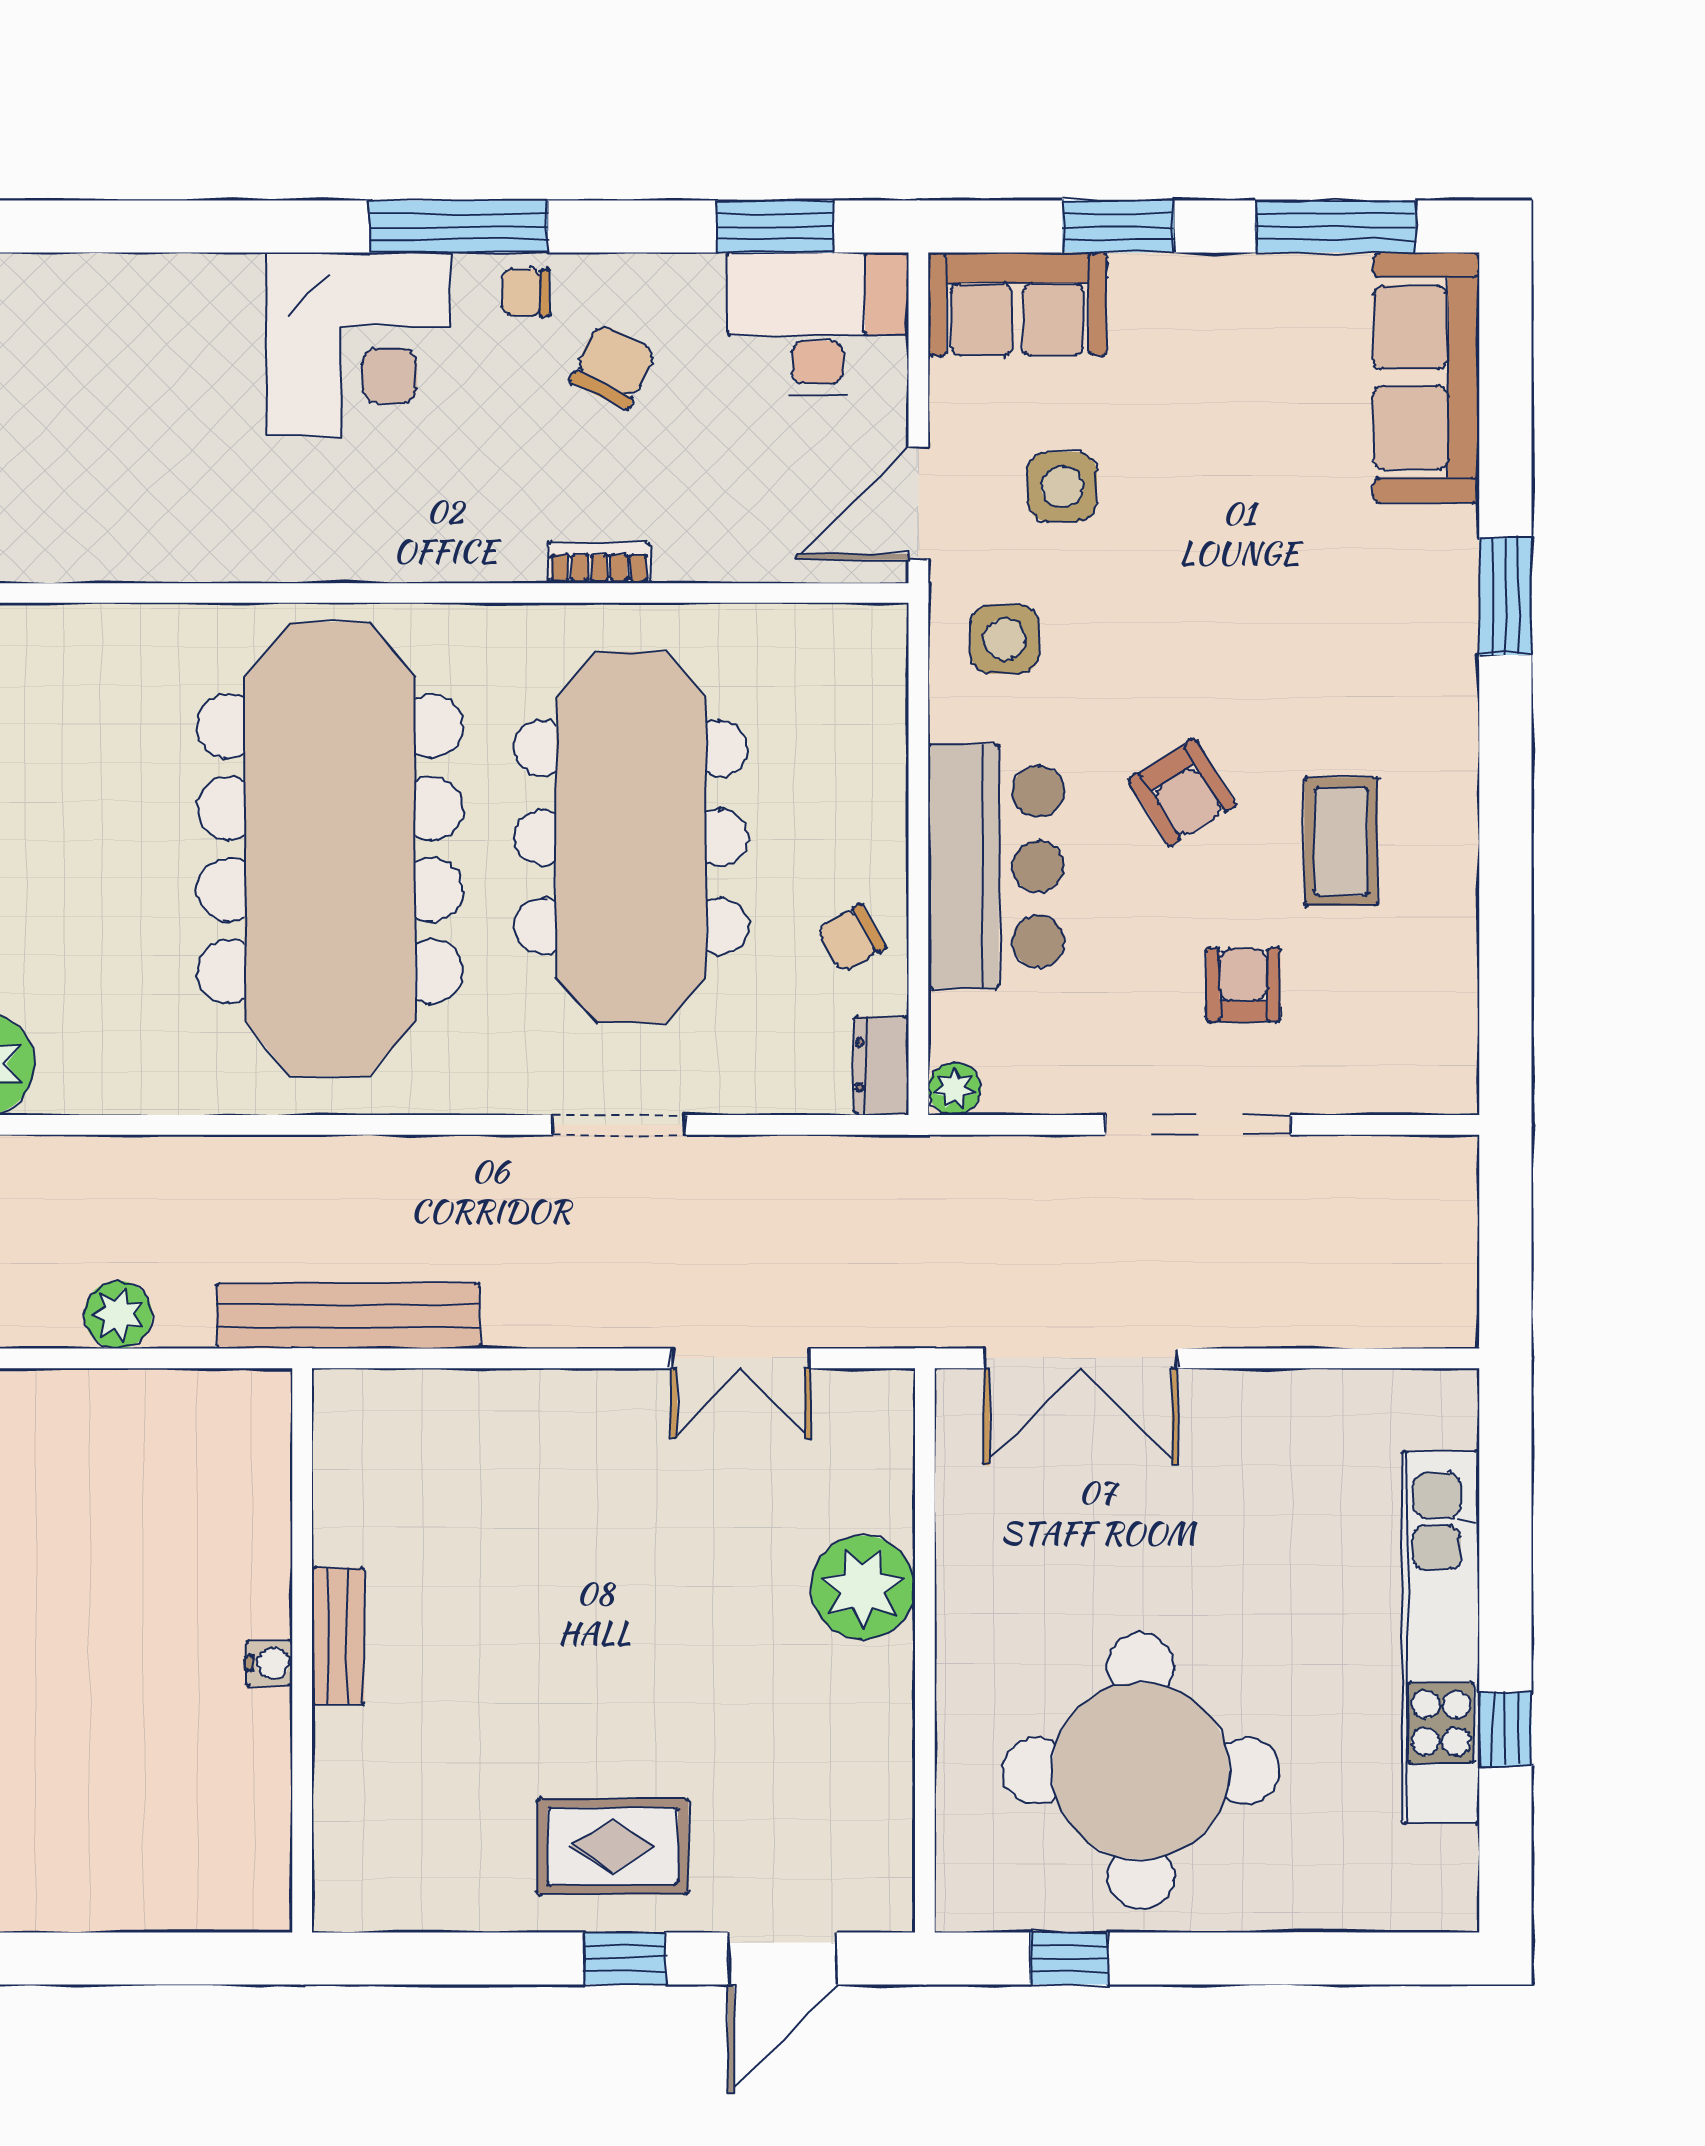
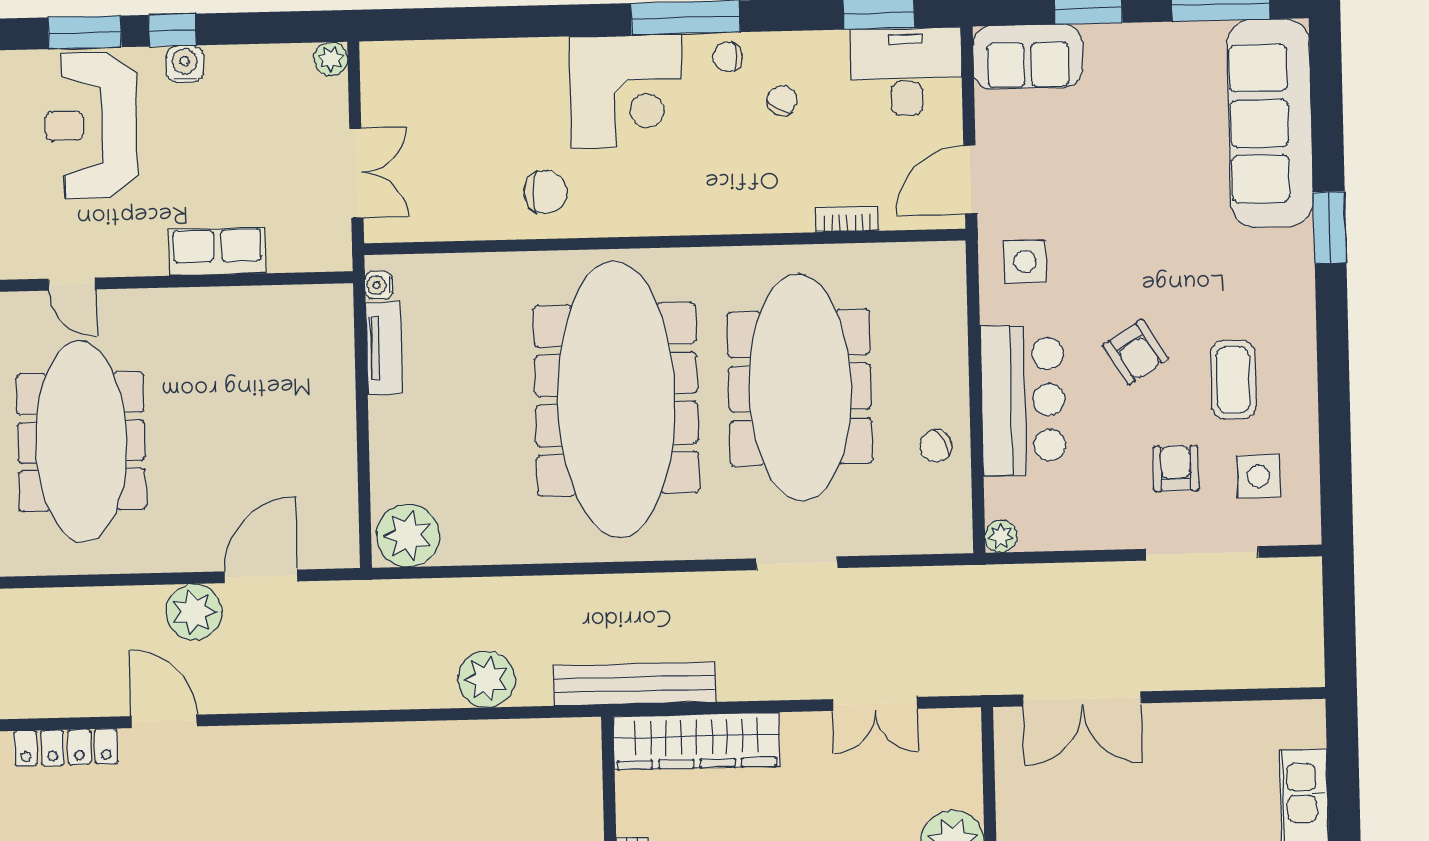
chair: (613, 366) -> (782, 100), width x0.73, depth x0.73
sofa: (1426, 378) -> (1270, 123), width x1.36, depth x1.27
side table: (1062, 487) -> (1258, 476), moved
chair: (222, 507) -> (545, 192), added
bookcase: (599, 563) -> (847, 219), moved
dresser: (881, 1065) -> (956, 523), removed
doorway: (1198, 1125) -> (1202, 553), moved
plant: (118, 1315) -> (486, 679), width x1.36, depth x1.36
wardrobe: (448, 1412) -> (697, 741), added

